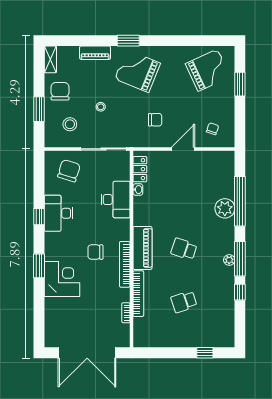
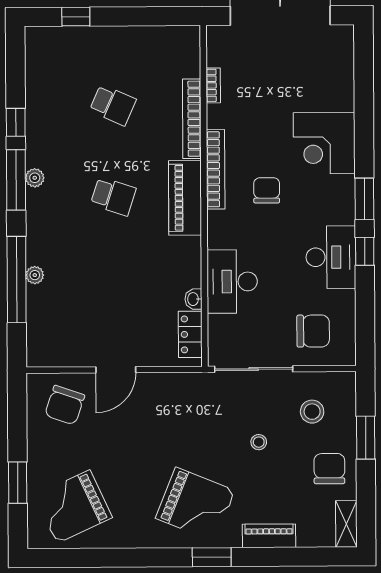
chair: (60, 91) -> (329, 469), turned 180
chair: (155, 120) -> (164, 420), removed
chair: (213, 129) -> (65, 405), width x1.87, depth x1.87
chair: (69, 171) -> (313, 331), turned -107
plant: (225, 208) -> (35, 275), width x0.53, depth x0.53
chair: (95, 252) -> (267, 190), turned -90
window: (39, 266) -> (364, 199), moved
school desk: (184, 302) -> (113, 105), turned 42

